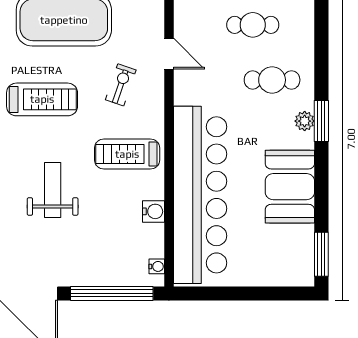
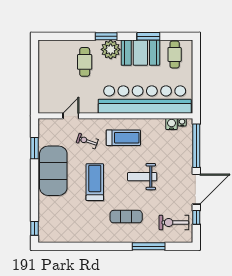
cafe table: (253, 25) -> (175, 54), moved
plant: (305, 121) -> (111, 49), width x1.88, depth x1.88
treadmill: (127, 154) -> (123, 138), turned -90
water cooler: (153, 211) -> (172, 124), moved
window: (321, 254) -> (148, 36), moved

